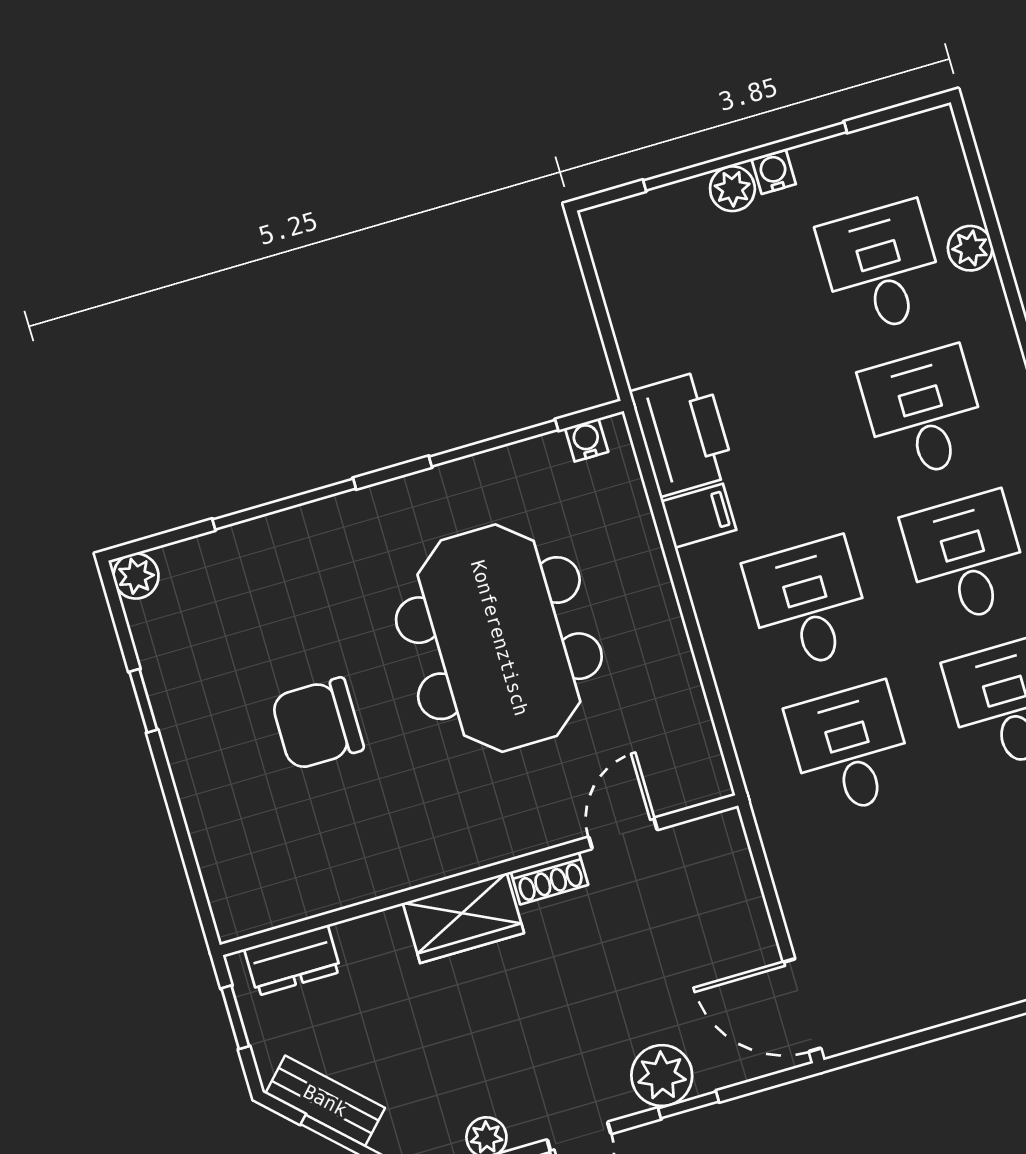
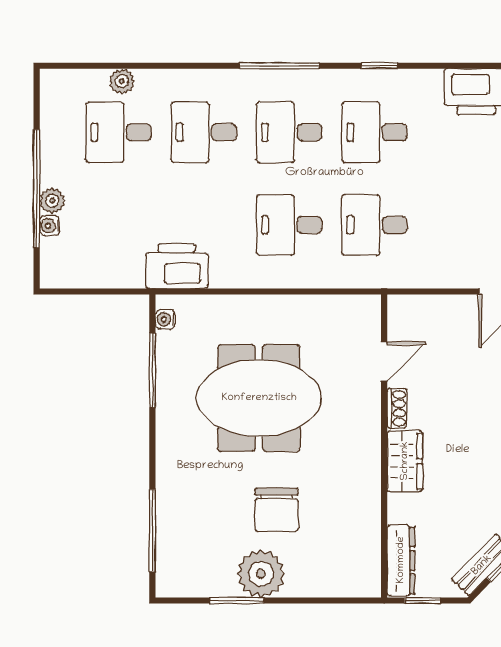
water cooler: (774, 172) -> (50, 226), moved
window: (284, 504) -> (152, 531), moved
filing cabinet: (699, 516) -> (224, 270), removed
plant: (136, 576) -> (261, 574), moved, width x1.88, depth x1.88
window: (143, 701) -> (237, 601), width x1.50
door: (623, 833) -> (384, 361), swing flipped
dresser: (293, 960) -> (401, 560), width x1.44

